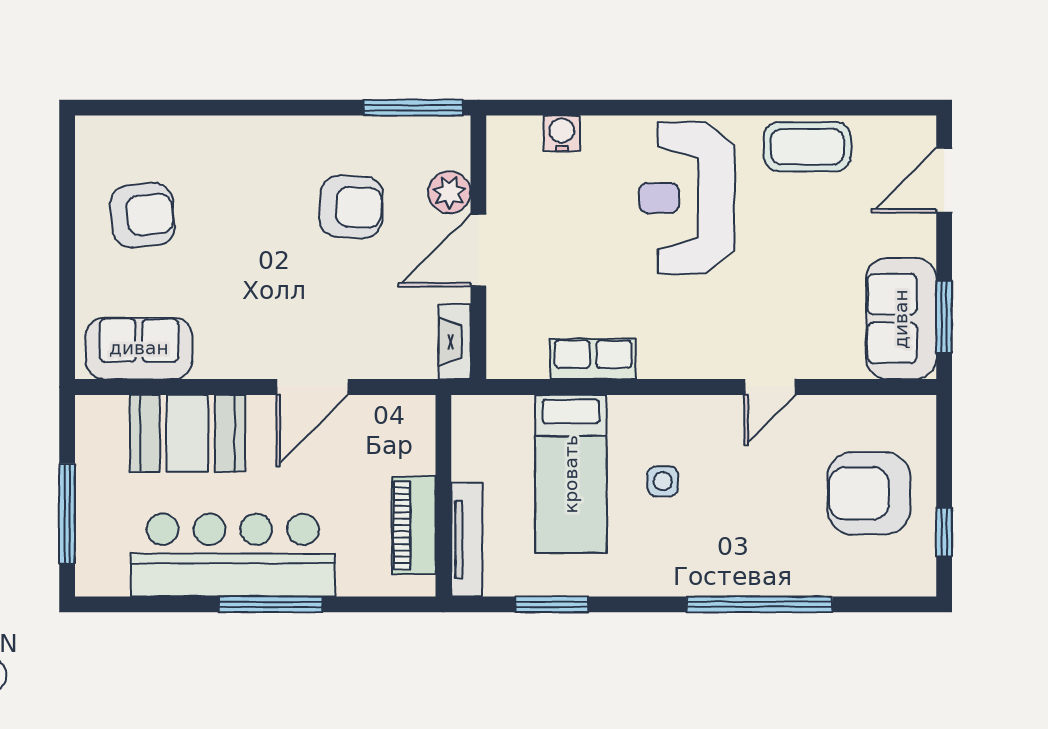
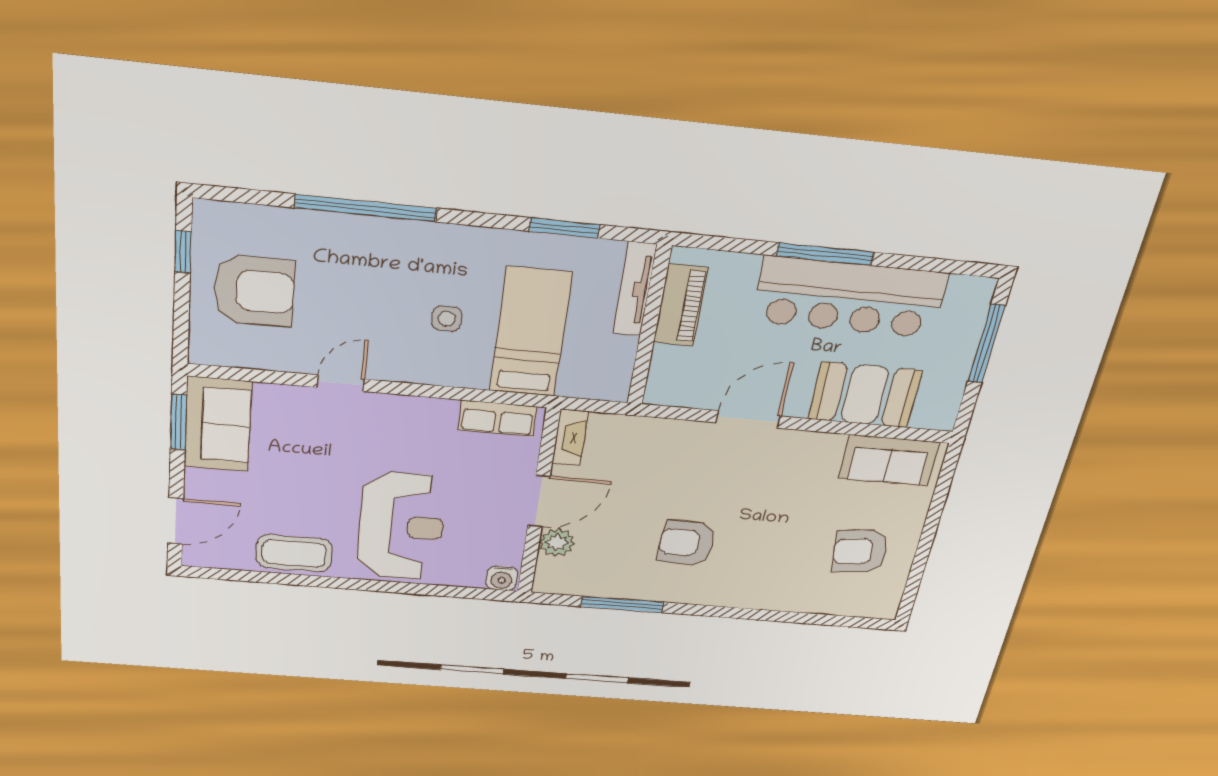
plant: (449, 193) -> (557, 543), moved
wall: (478, 247) -> (539, 503), moved
door: (478, 250) -> (539, 501), moved
fireplace: (455, 342) -> (570, 437), moved

